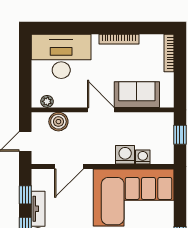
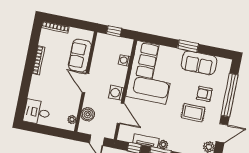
desk: (61, 56) -> (37, 112), width x0.53, depth x0.77
door: (101, 110) -> (85, 83), hinge flipped
washing machine: (125, 155) -> (116, 93), moved

